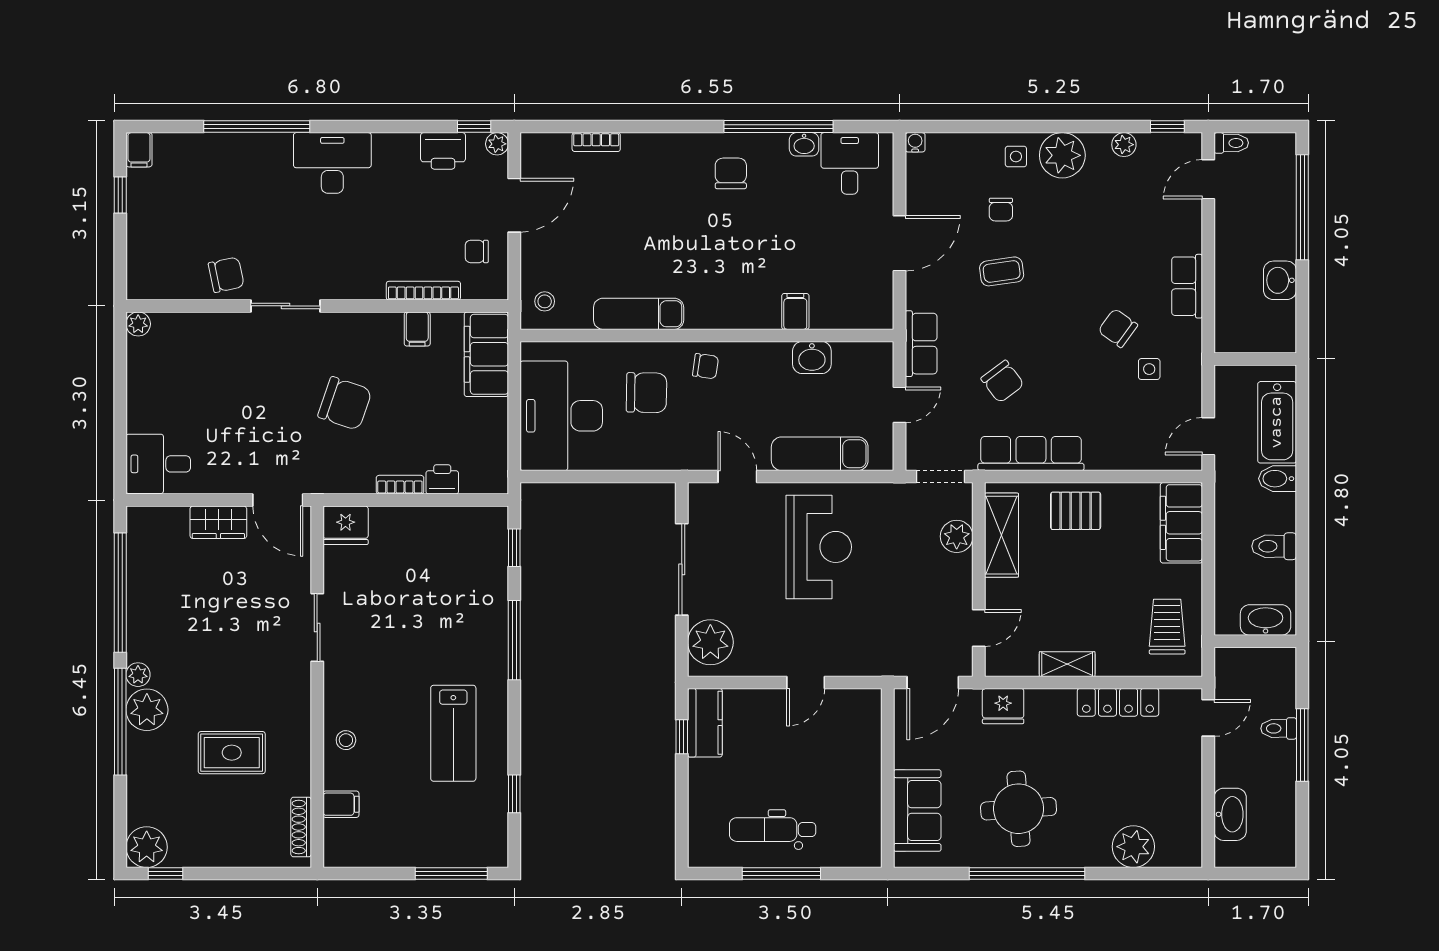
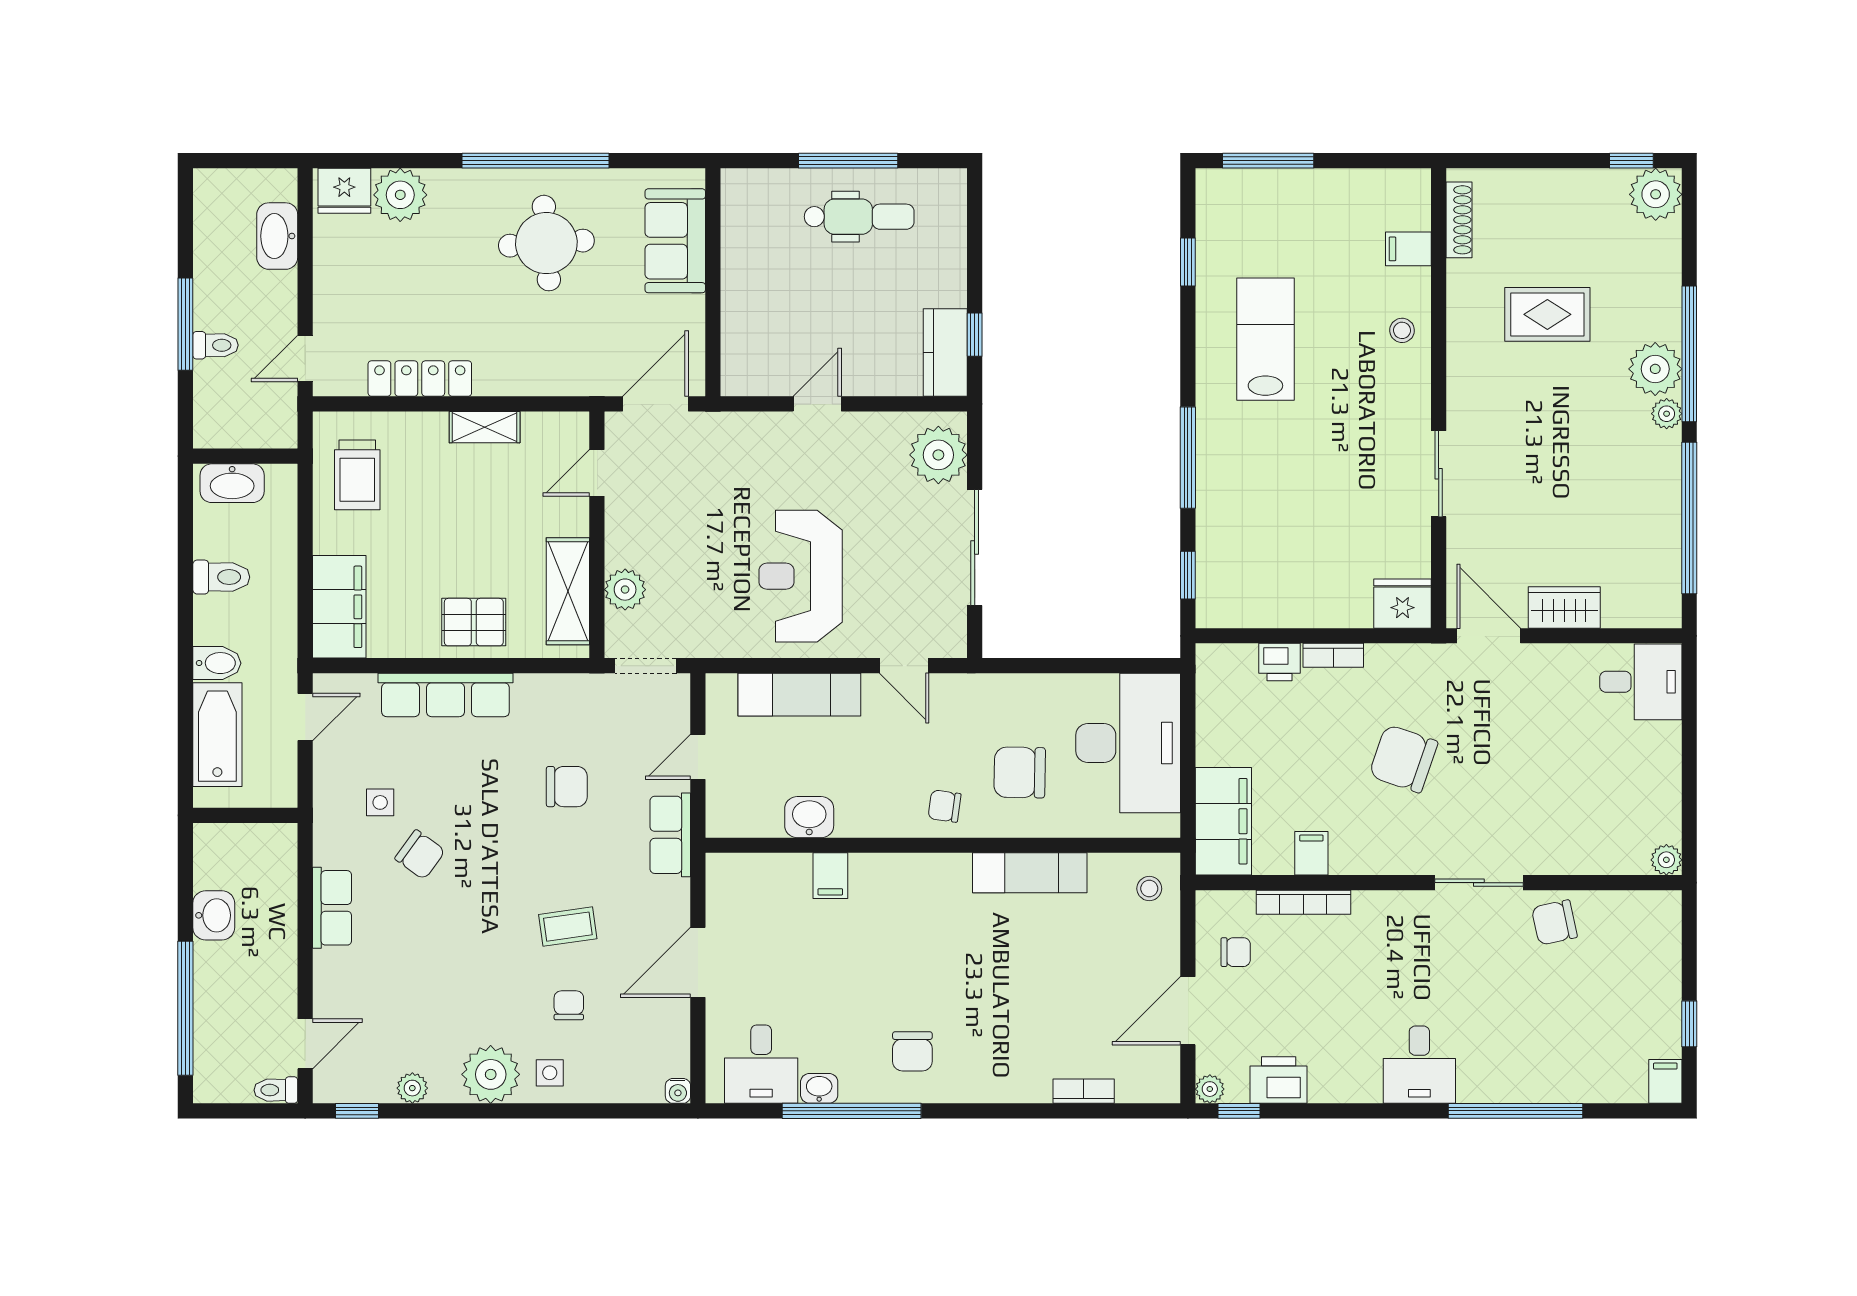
desk: (332, 163) -> (1419, 1065), width x0.73
chair: (1003, 382) -> (567, 787), turned 127
row of seats: (1031, 454) -> (445, 695), moved
fridge: (1003, 706) -> (344, 191), moved, turned 180

